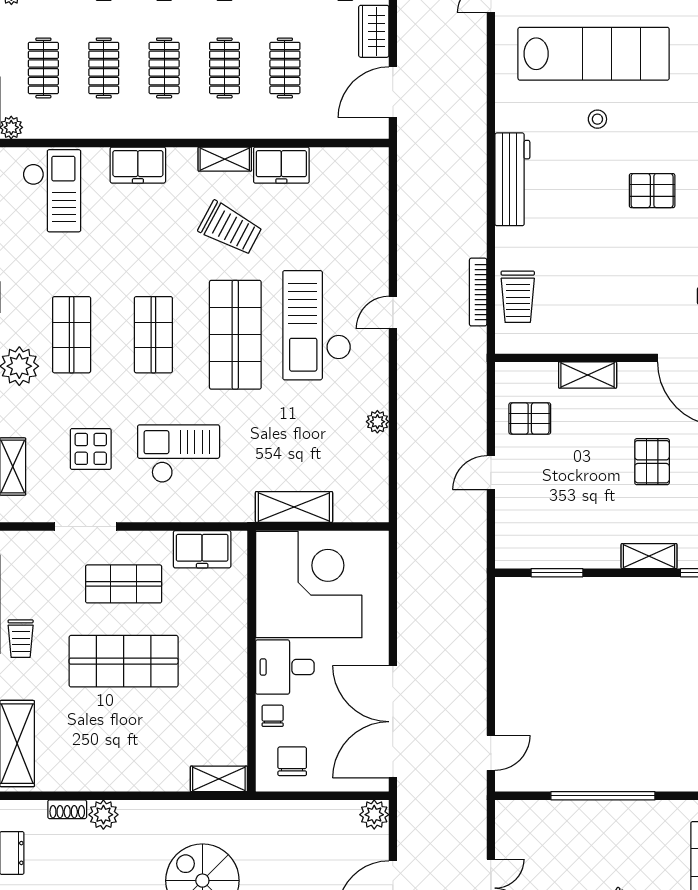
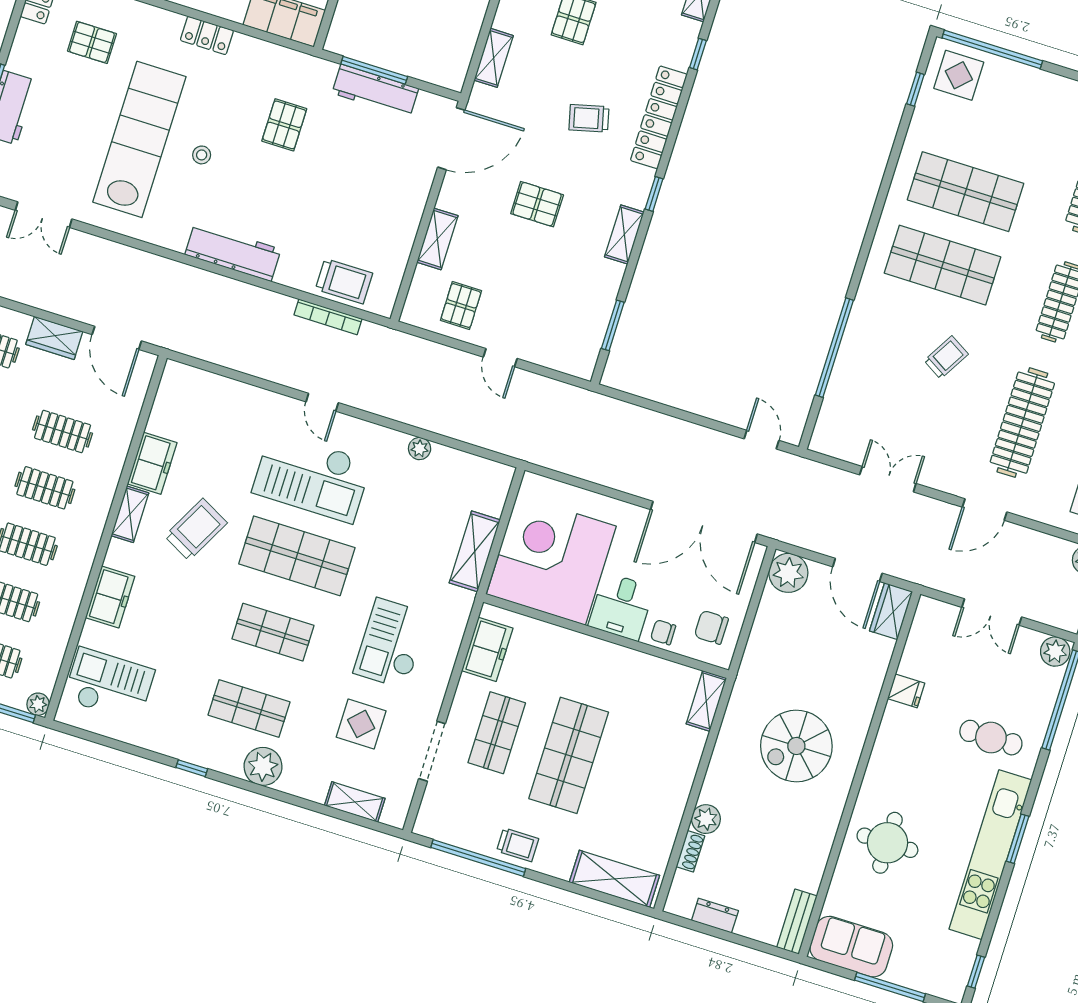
plant: (374, 815) -> (788, 573), width x1.36, depth x1.36

